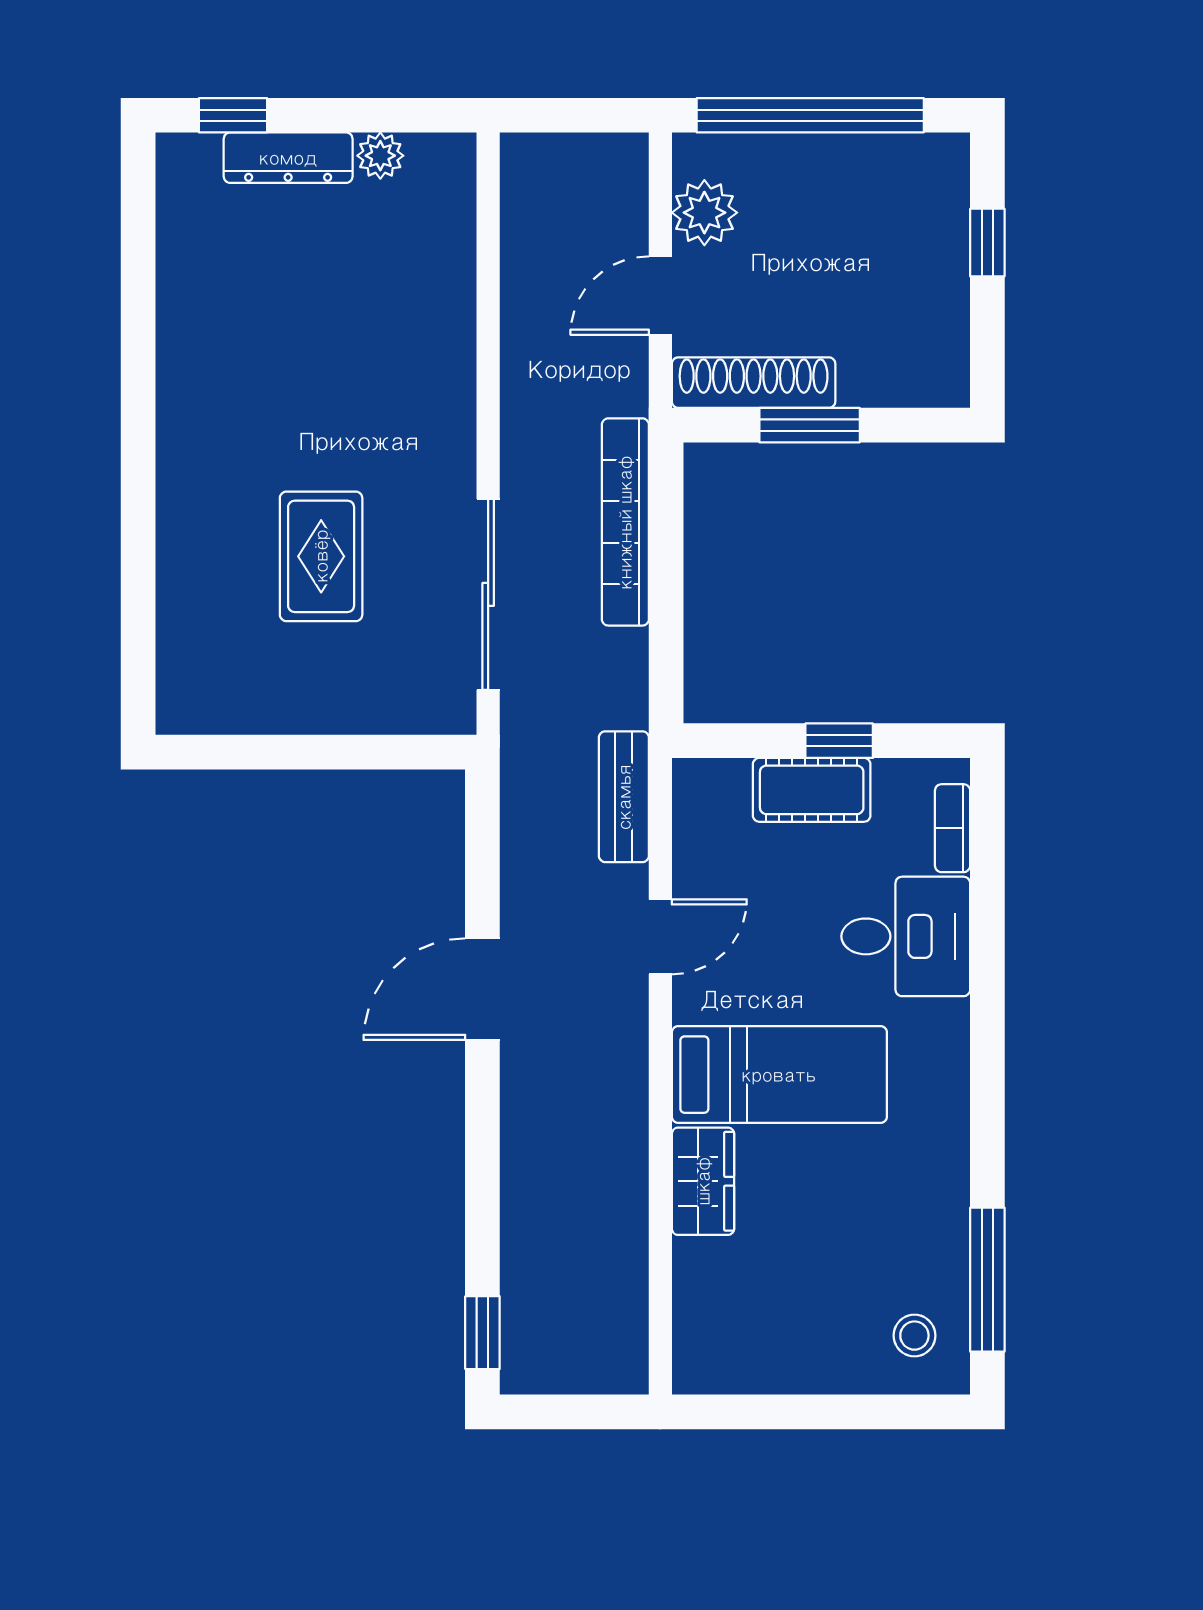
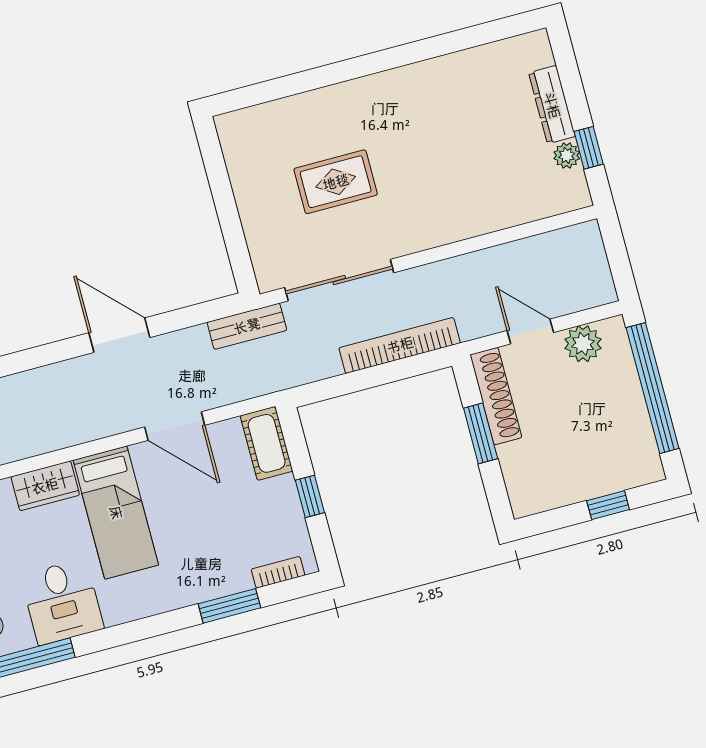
window: (233, 115) -> (589, 148), moved
cot: (812, 790) -> (267, 443), moved
bench: (624, 797) -> (247, 326), moved
window: (987, 925) -> (229, 606), added
desk: (906, 936) -> (62, 602), moved
door: (660, 937) -> (175, 426), width x1.37

